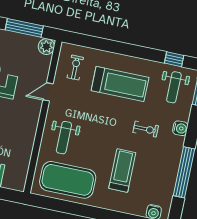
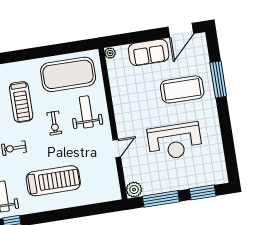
exercise bike: (75, 68) -> (54, 123), moved
treadmill: (120, 84) -> (53, 181), turned 180
plant: (20, 185) -> (110, 53), added

